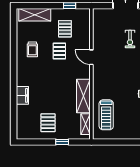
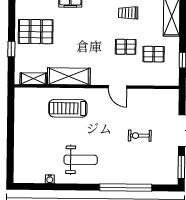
door: (91, 57) -> (117, 87), swing flipped
treadmill: (106, 115) -> (68, 108), moved
pallet: (48, 123) -> (36, 32), width x1.50, depth x1.42

